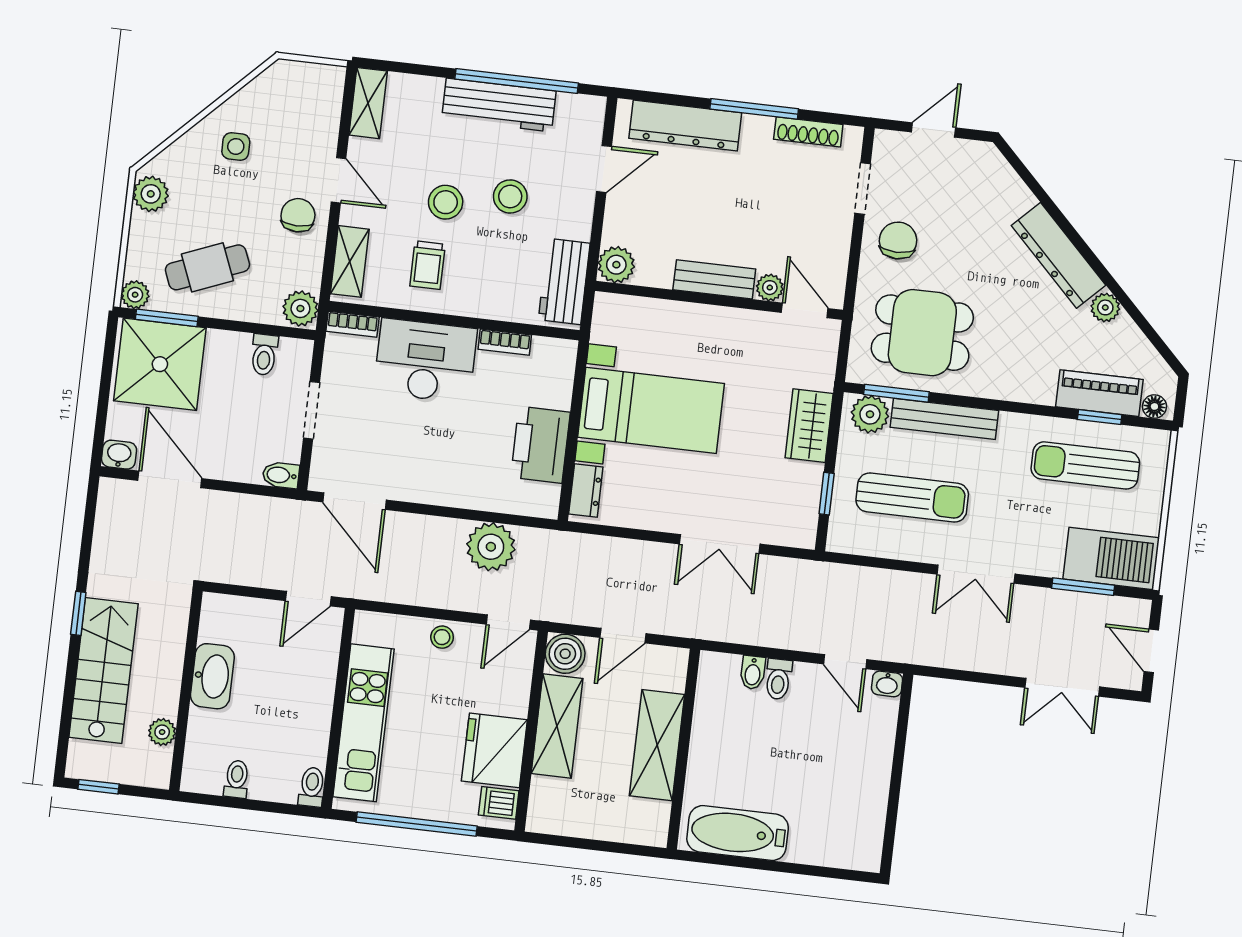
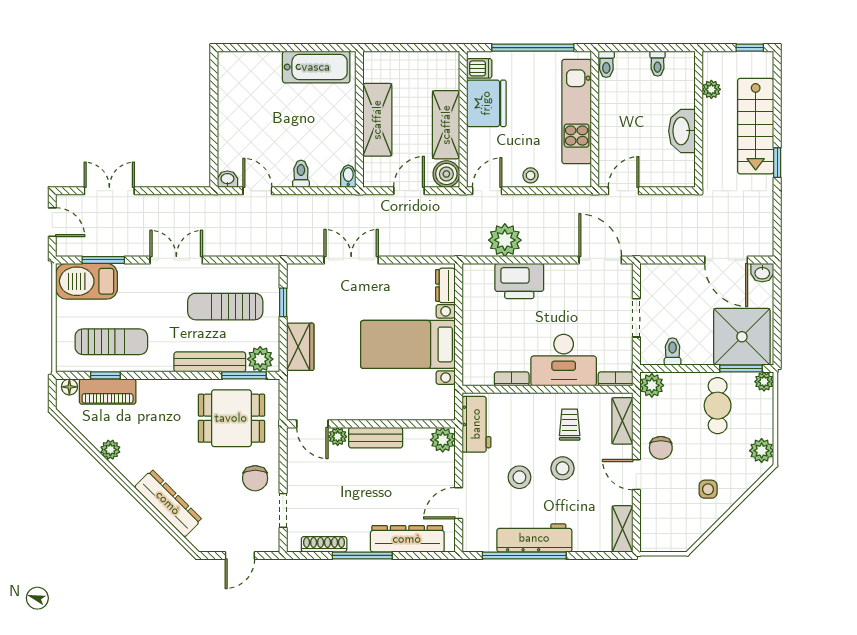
dresser: (1059, 255) -> (168, 503), moved
cafe table: (207, 267) -> (718, 406), turned -68
printer: (540, 445) -> (519, 281), moved, turned 90
bidet: (281, 475) -> (652, 272), removed
bidet: (753, 673) -> (348, 176), moved

